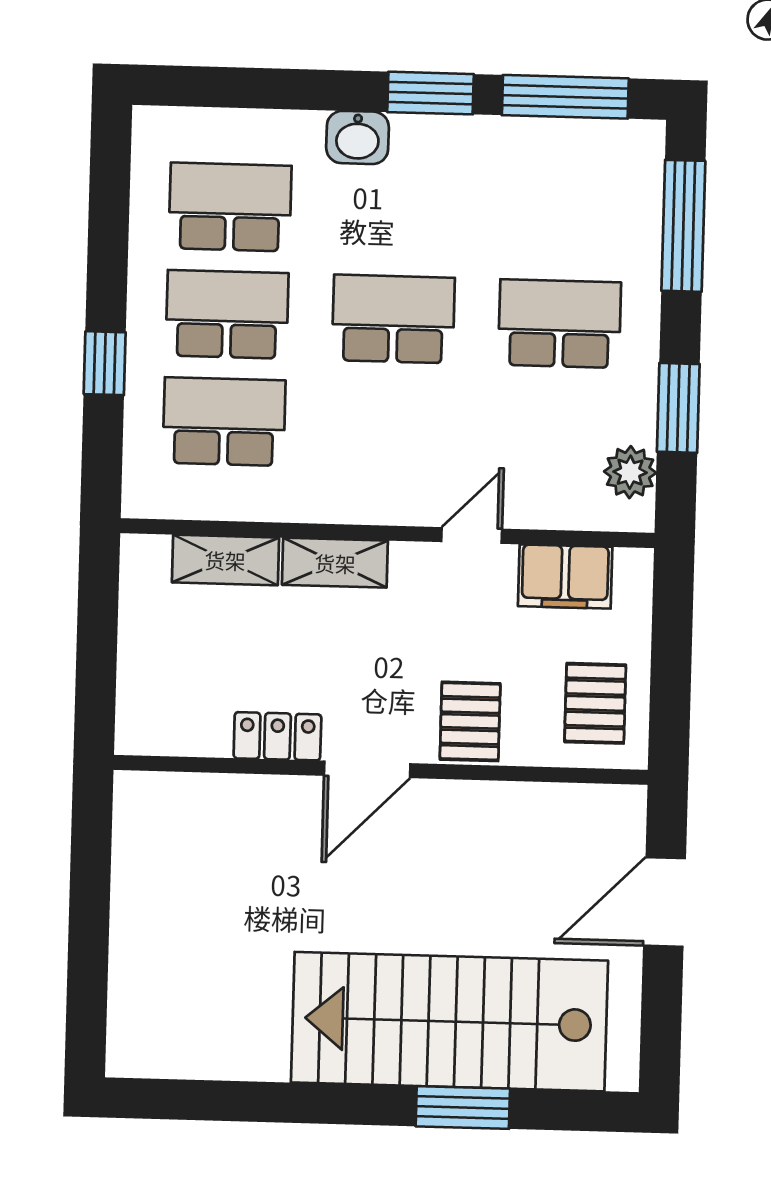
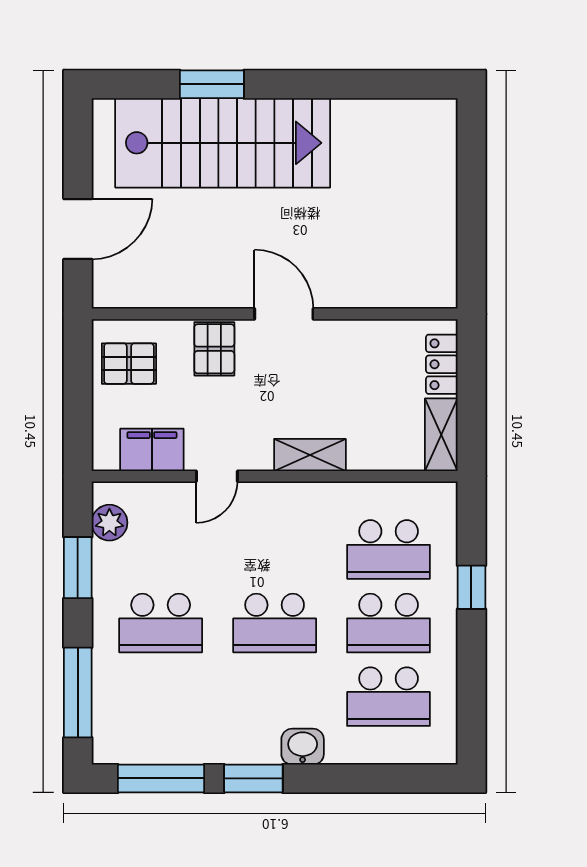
shelving: (225, 560) -> (441, 435), moved, turned 90
pallet: (595, 703) -> (129, 364), turned 90
locker: (277, 736) -> (442, 364), moved, turned 90
door: (367, 769) -> (284, 314), hinge flipped

